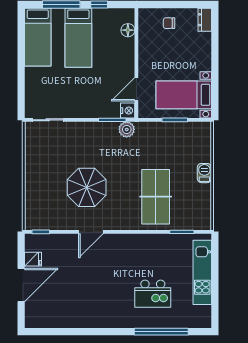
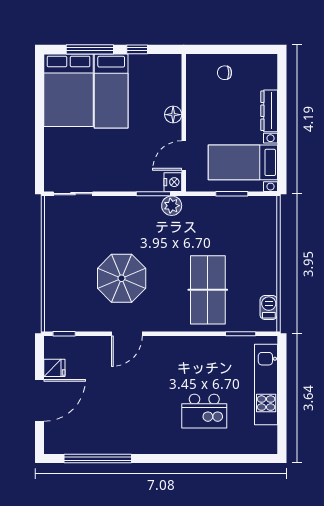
dresser: (205, 20) -> (269, 111), moved, width x1.44
floor lamp: (128, 30) -> (173, 115), moved
bed: (38, 37) -> (69, 90), width x1.50
barbecue: (204, 173) -> (269, 307), moved
window: (161, 332) -> (98, 459), moved

